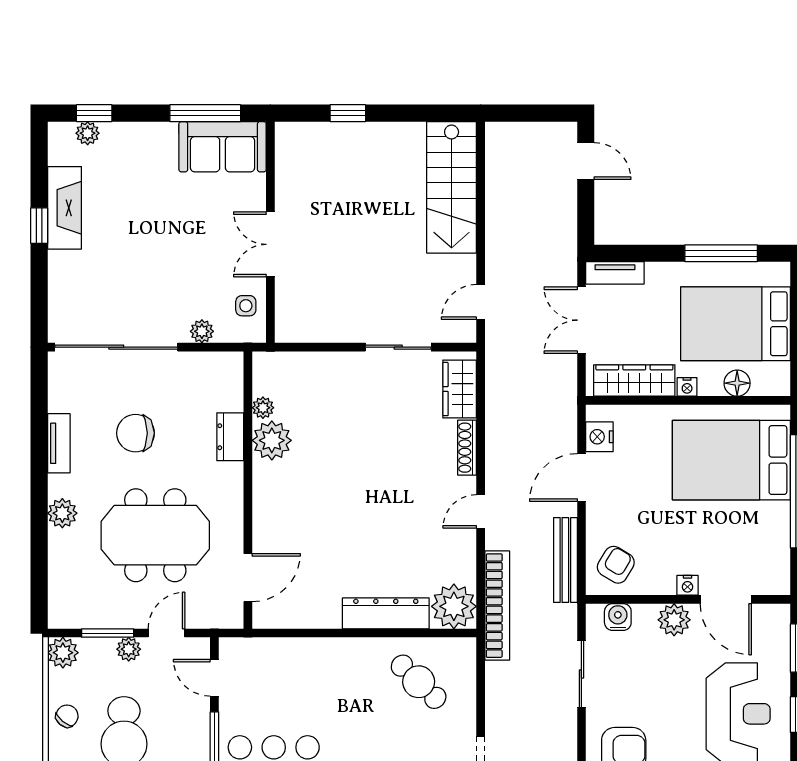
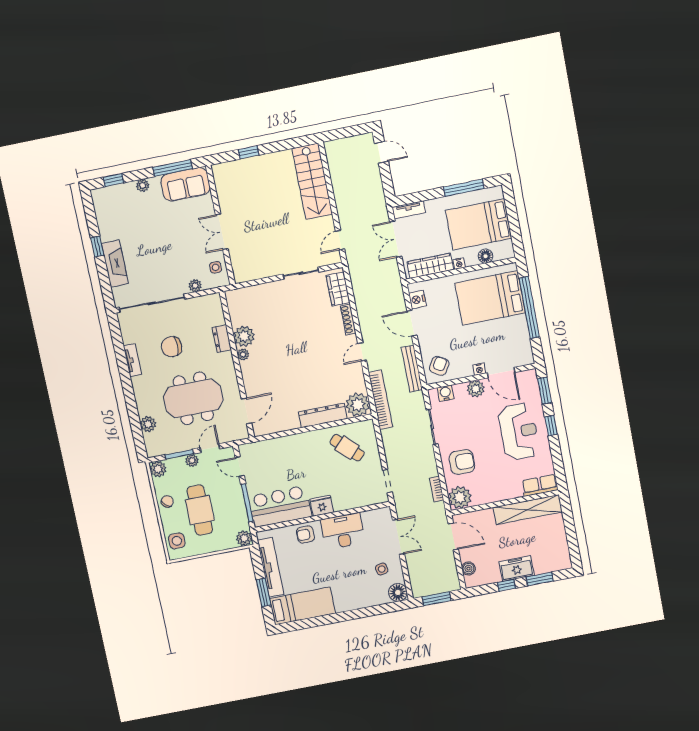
plant: (88, 133) -> (143, 185), moved
fireplace: (64, 208) -> (115, 264), moved
plant: (263, 408) -> (243, 354), moved
door: (581, 477) -> (412, 323), hinge flipped
plant: (62, 513) -> (148, 424), moved

